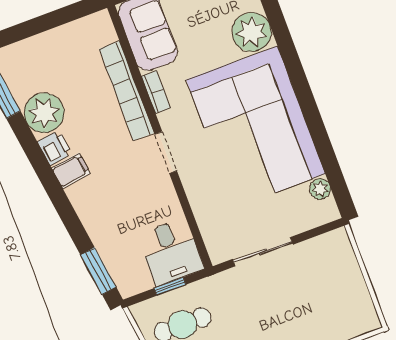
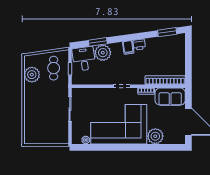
bookcase: (126, 91) -> (165, 80), moved
plant: (44, 113) -> (103, 53), moved
desk: (171, 252) -> (84, 59), moved, turned 82
window: (98, 271) -> (98, 42), moved

